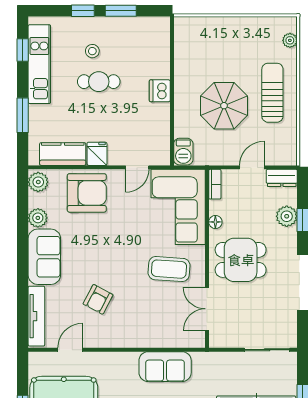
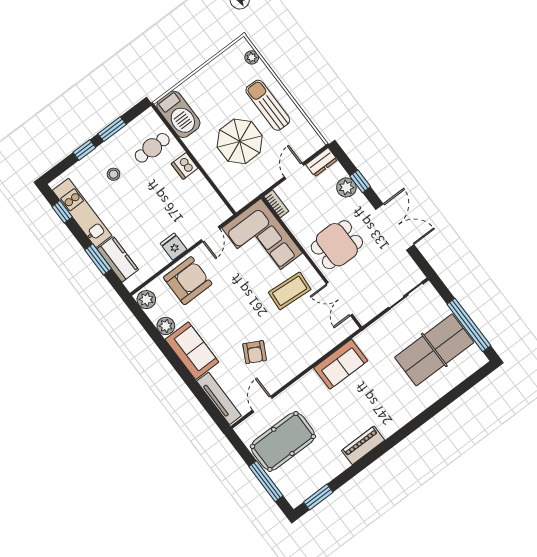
cafe table: (99, 82) -> (152, 148), moved
barbecue: (183, 152) -> (178, 114), moved, width x1.88, depth x1.53
kitchen counter: (63, 154) -> (118, 259), moved, turned 90
floor lamp: (215, 222) -> (298, 231), removed

